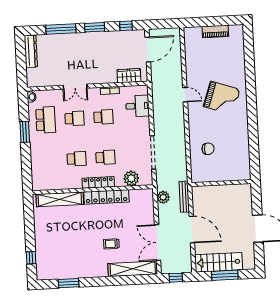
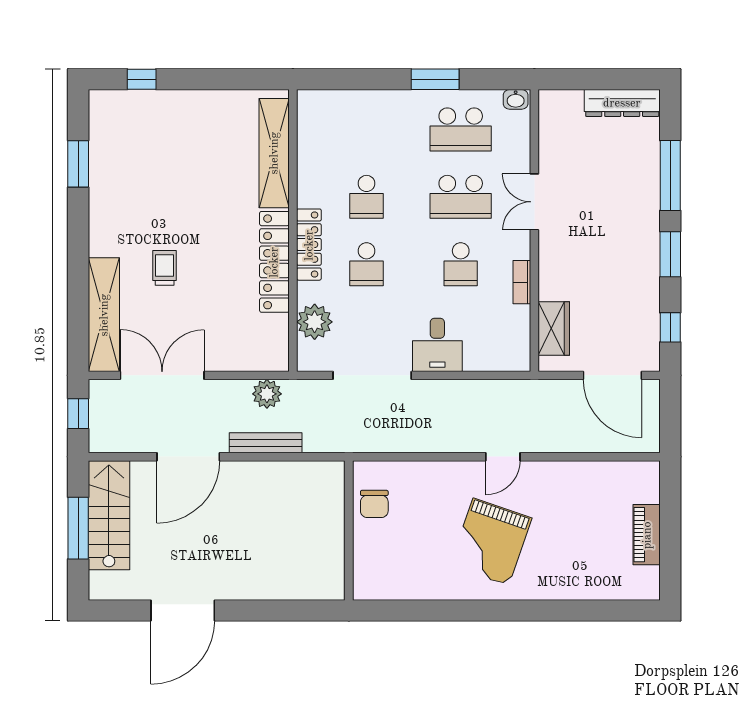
desk: (137, 106) -> (437, 345), moved
school desk: (75, 118) -> (461, 197), width x1.85
wall: (221, 183) -> (349, 530), moved

